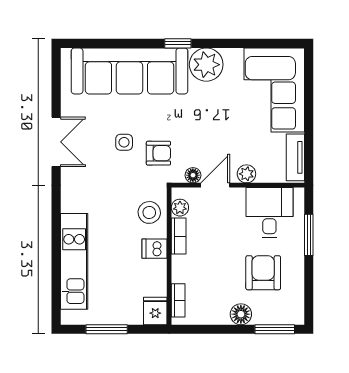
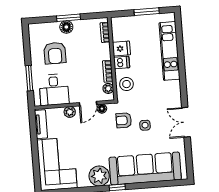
fridge: (155, 311) -> (121, 49), moved, turned -90
window: (275, 329) -> (69, 18), moved

